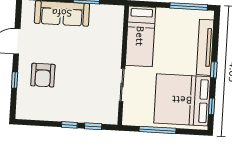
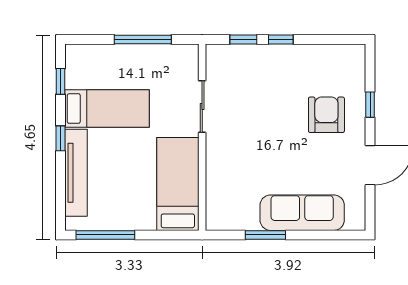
bed: (182, 100) -> (107, 109), width x0.49

